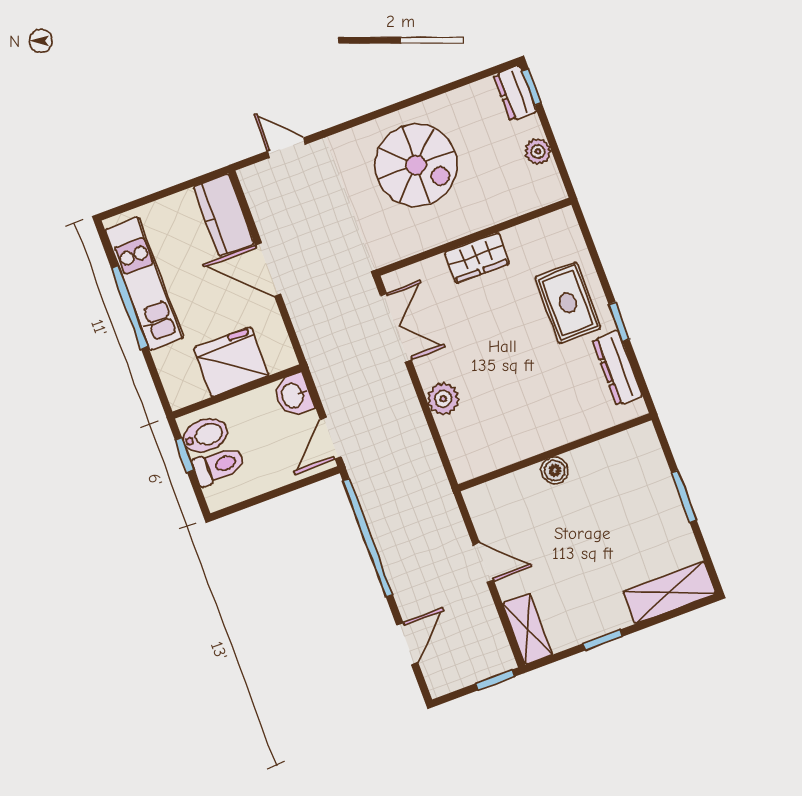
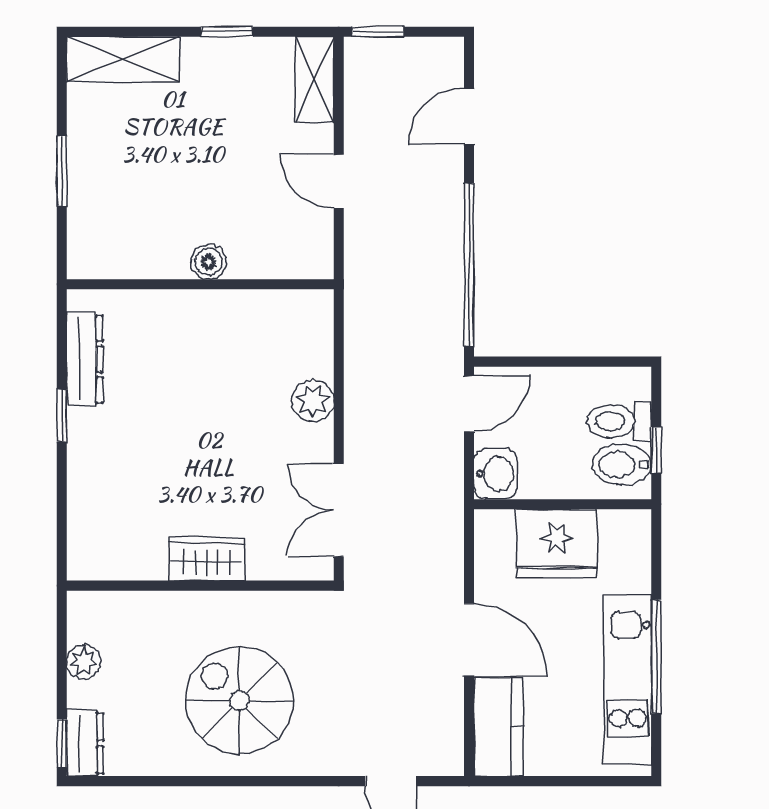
rug: (568, 303) -> (116, 462), removed

